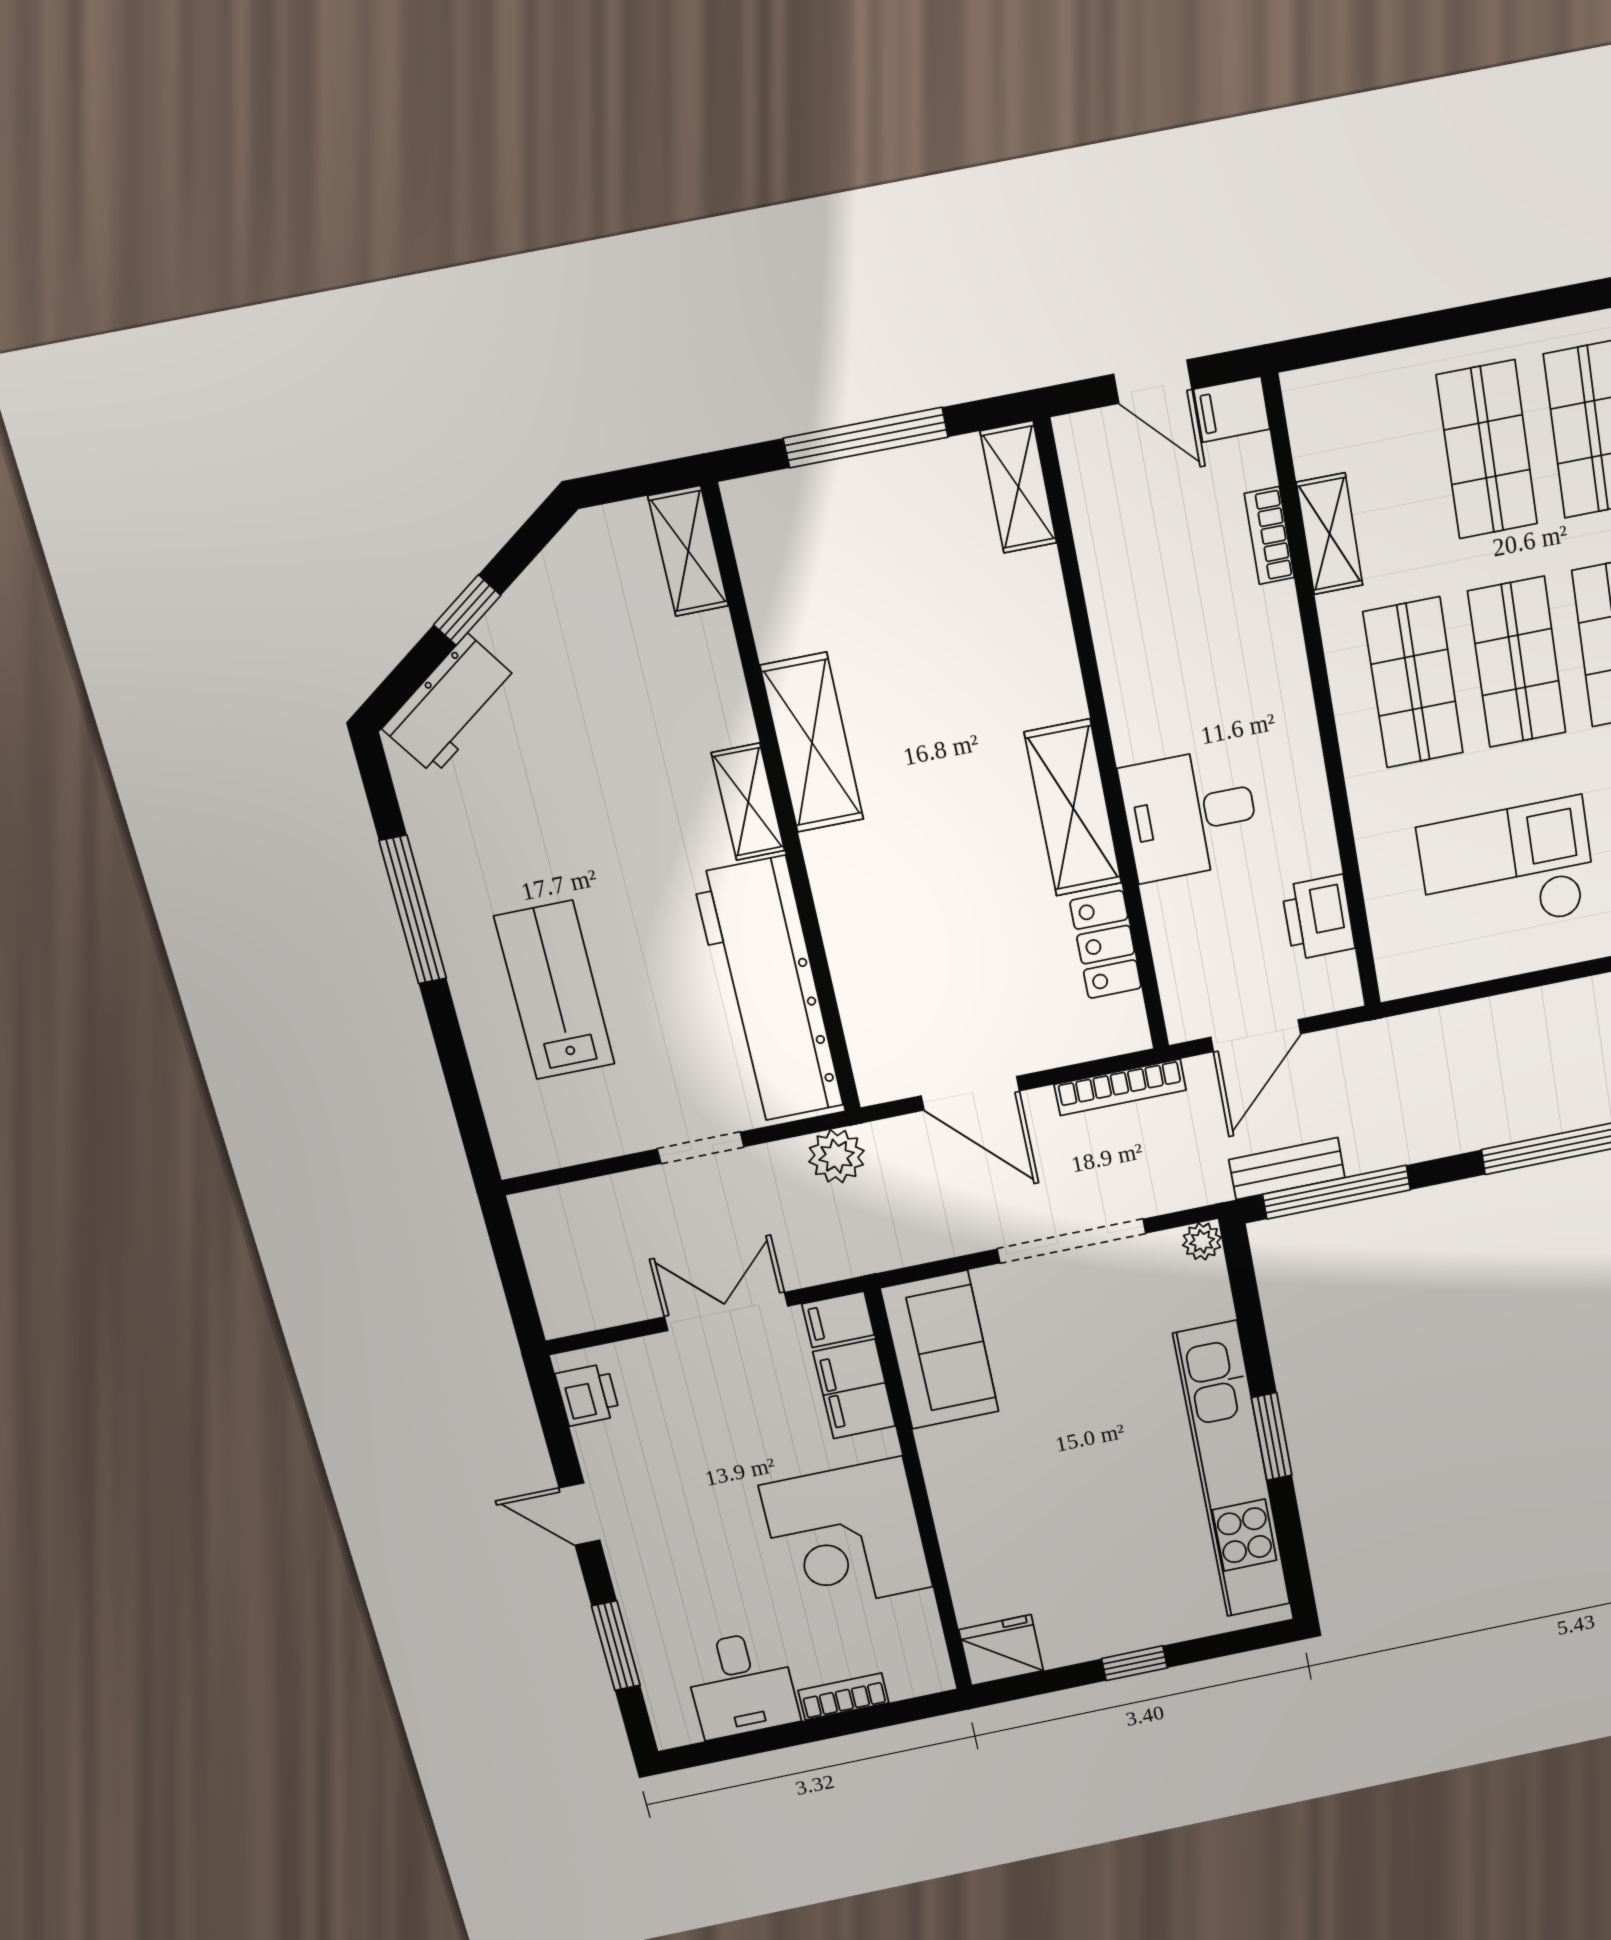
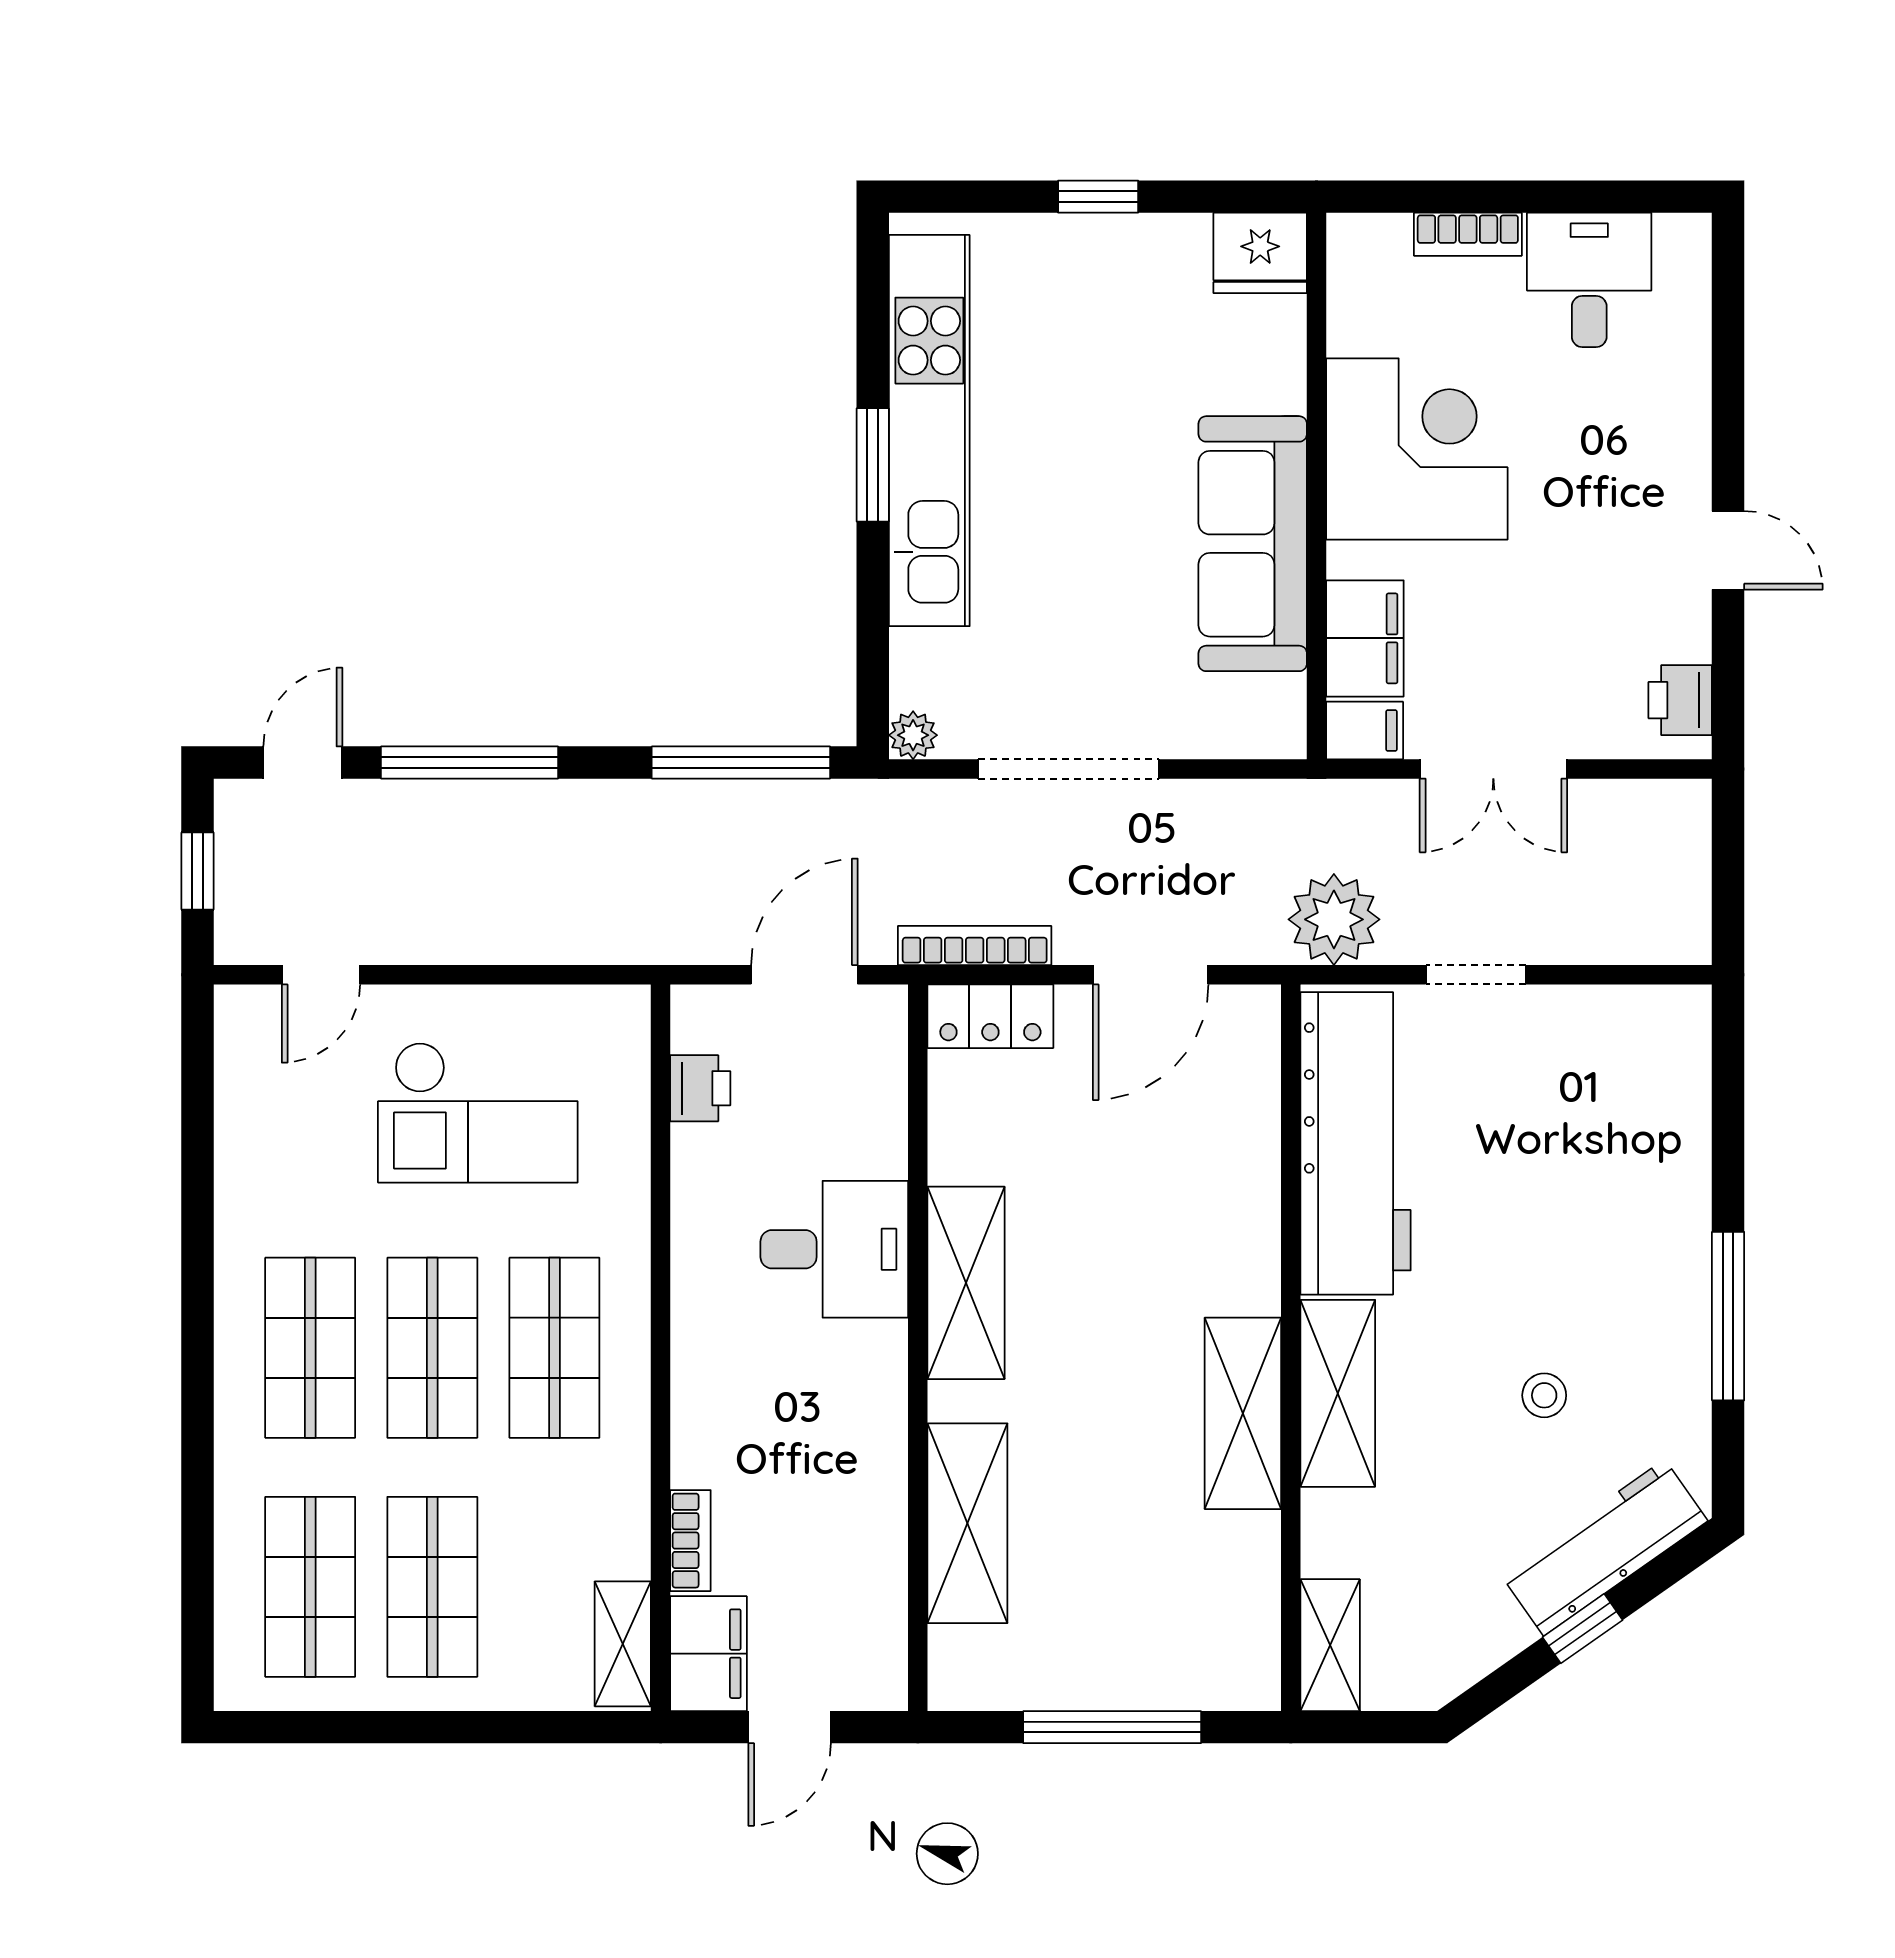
door: (1153, 382) -> (790, 1727), swing flipped
filing cabinet: (1232, 409) -> (708, 1654), width x2.00
shelving: (1019, 487) -> (967, 1523), moved, width x1.50, depth x1.33
shelving: (1330, 534) -> (623, 1644), moved
workbench: (451, 705) -> (1604, 1548), width x1.38
shelving: (748, 802) -> (1338, 1393), width x1.50, depth x1.33
stool: (554, 810) -> (1544, 1395), added
printer: (1318, 917) -> (700, 1088), width x0.73, depth x0.81
locker: (1106, 945) -> (990, 1016), moved, turned 90
lab bench: (555, 990) -> (1595, 1193), removed
door: (970, 1093) -> (1151, 975), swing flipped
plant: (836, 1156) -> (1334, 919), width x1.36, depth x1.36
bench: (1287, 1169) -> (796, 804), removed
sofa: (940, 1350) -> (1253, 544), moved, width x1.36
window: (616, 1646) -> (1728, 367), removed

